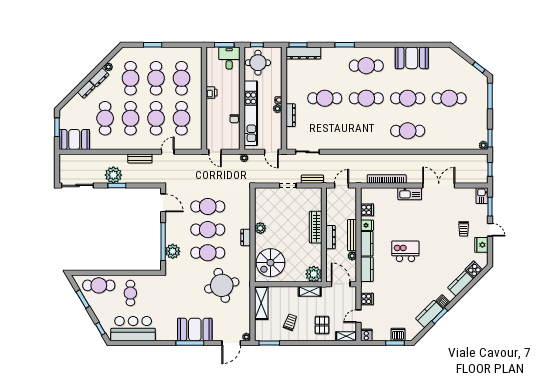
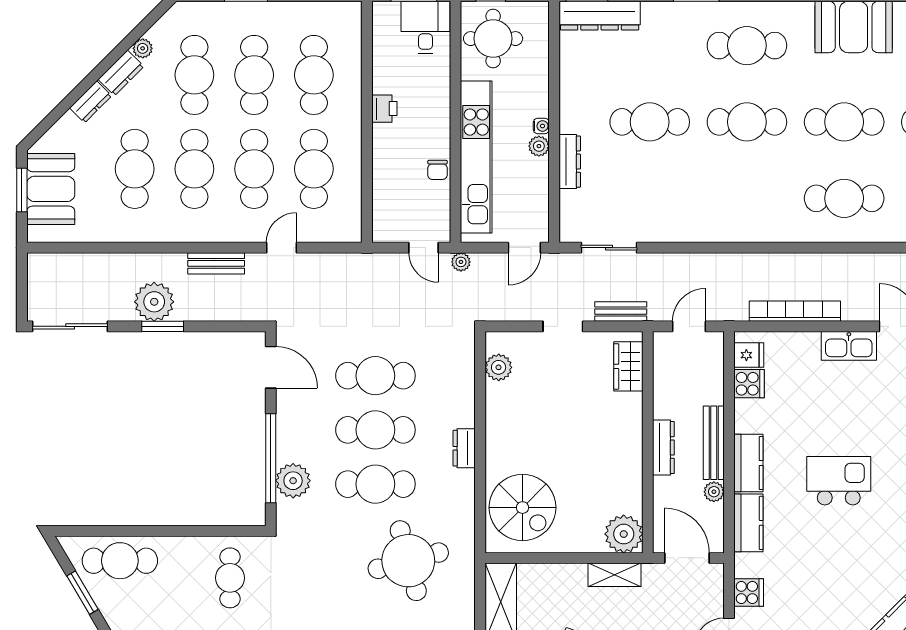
booth: (74, 140) -> (51, 189), moved, turned 90
door: (215, 152) -> (424, 248), moved
door: (271, 152) -> (524, 248), hinge flipped
fridge: (367, 225) -> (749, 355), moved
wardrobe: (316, 227) -> (628, 366), moved, width x0.67
plant: (260, 228) -> (499, 367), moved
spiral stairs: (270, 263) -> (523, 508), turned -90
cafe table: (130, 293) -> (230, 578), moved

